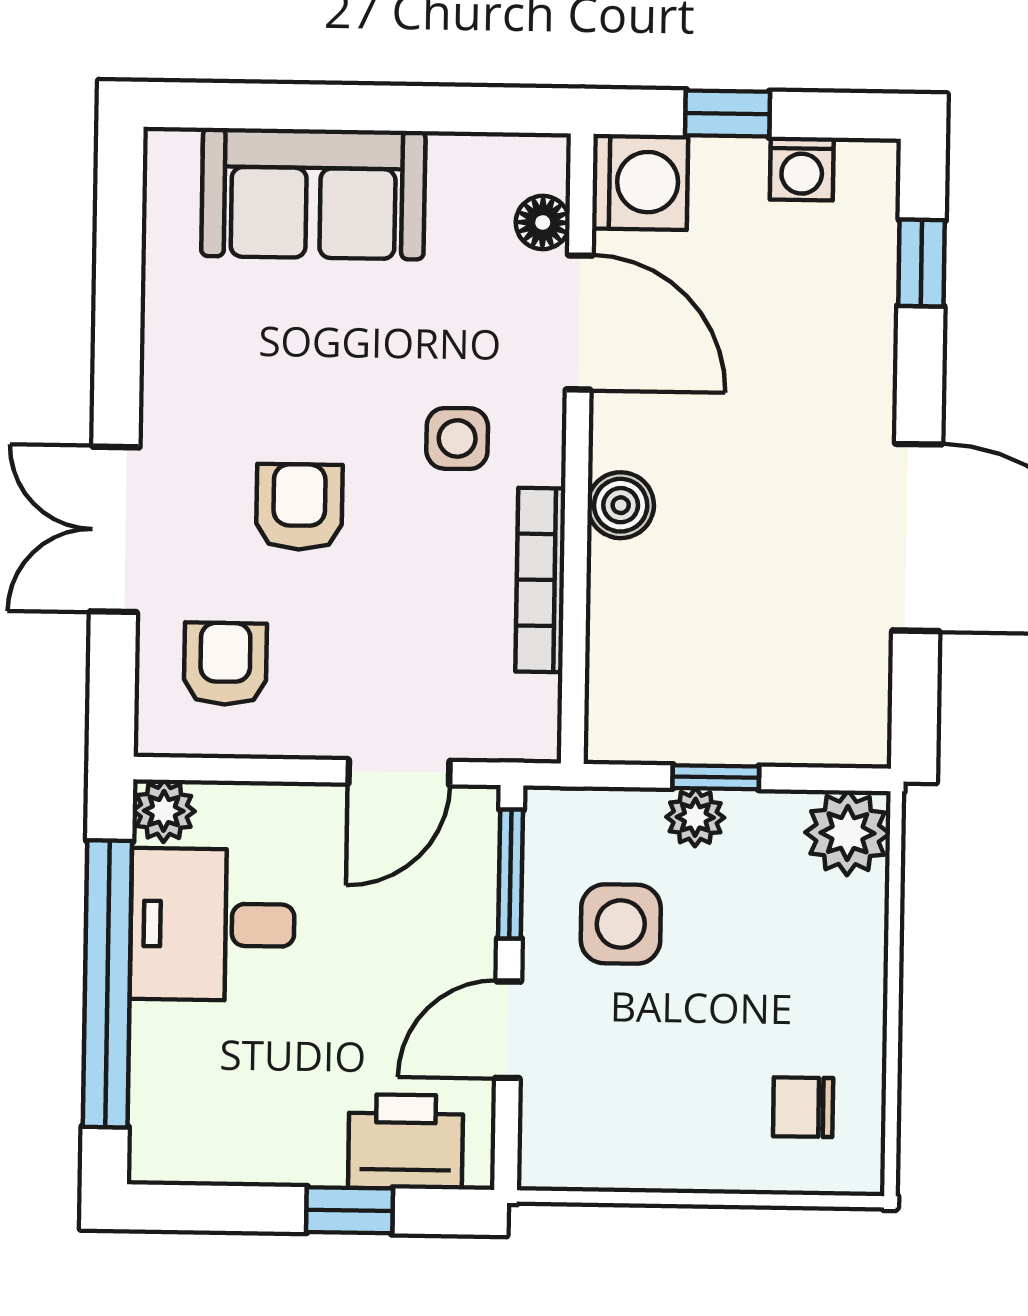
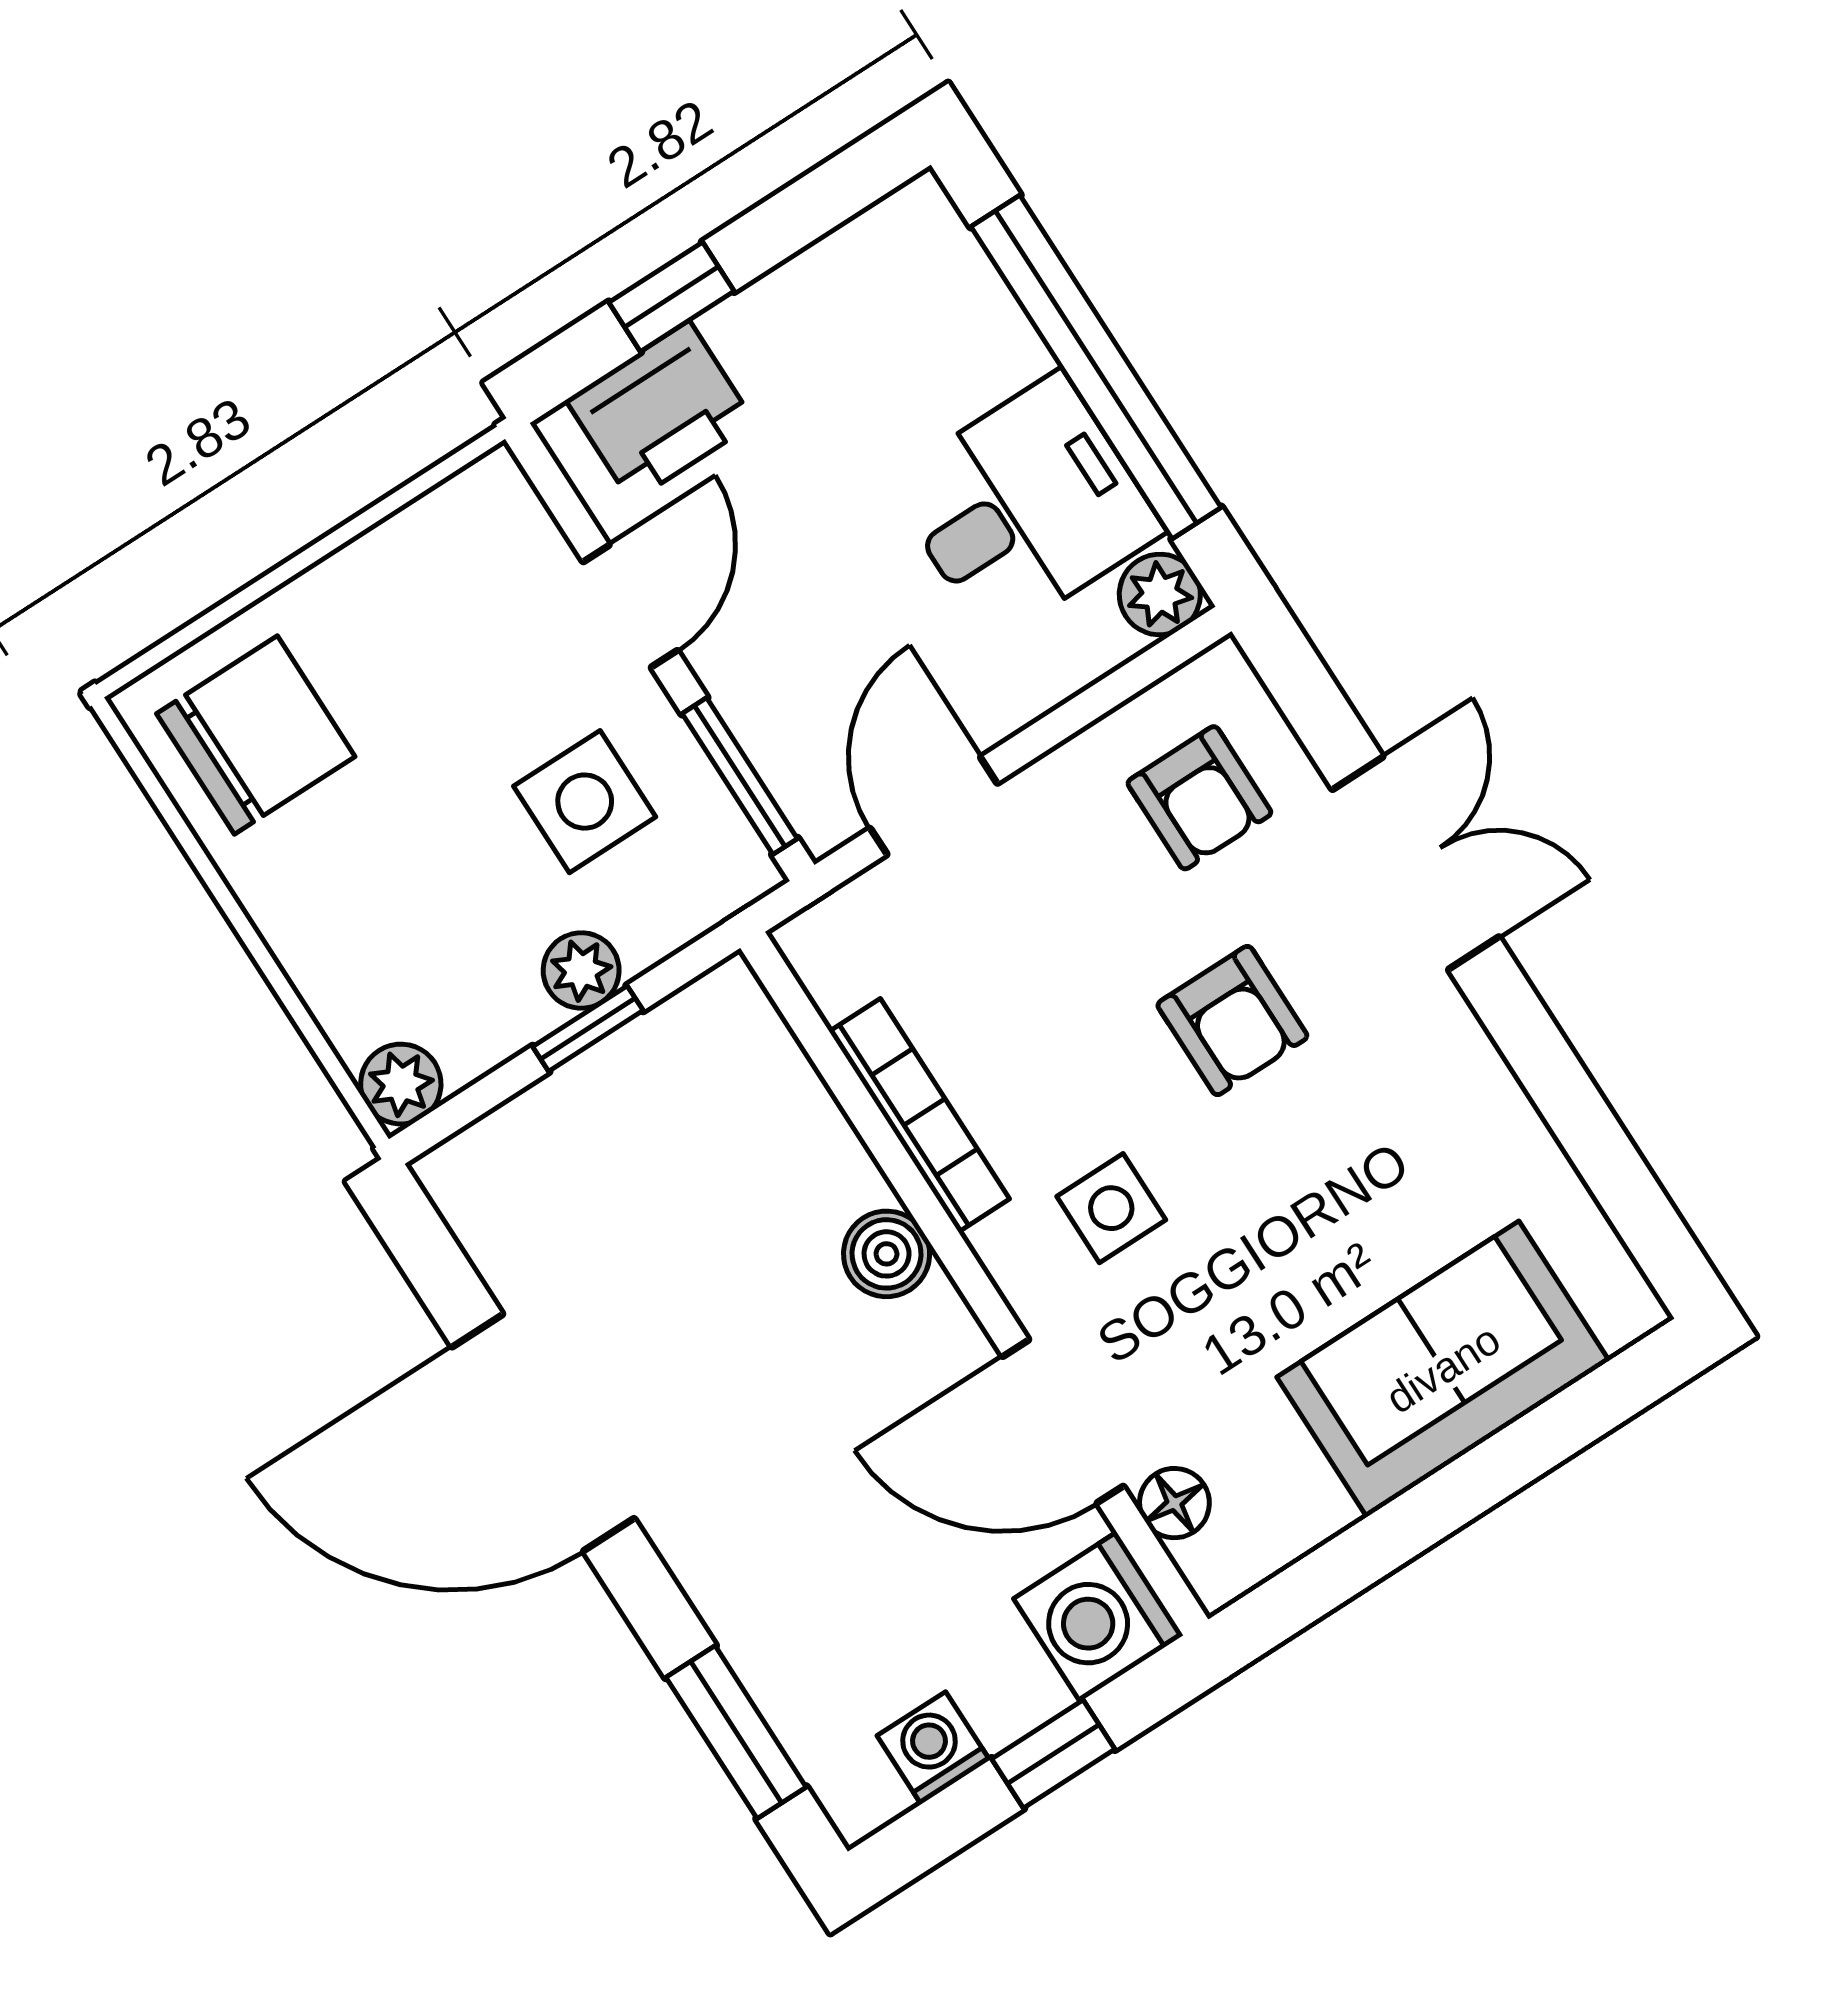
window: (921, 263) -> (736, 1732), width x1.50
plant: (848, 833) -> (401, 1084), width x0.73, depth x0.73
chair: (803, 1107) -> (256, 735), width x1.87, depth x1.87

